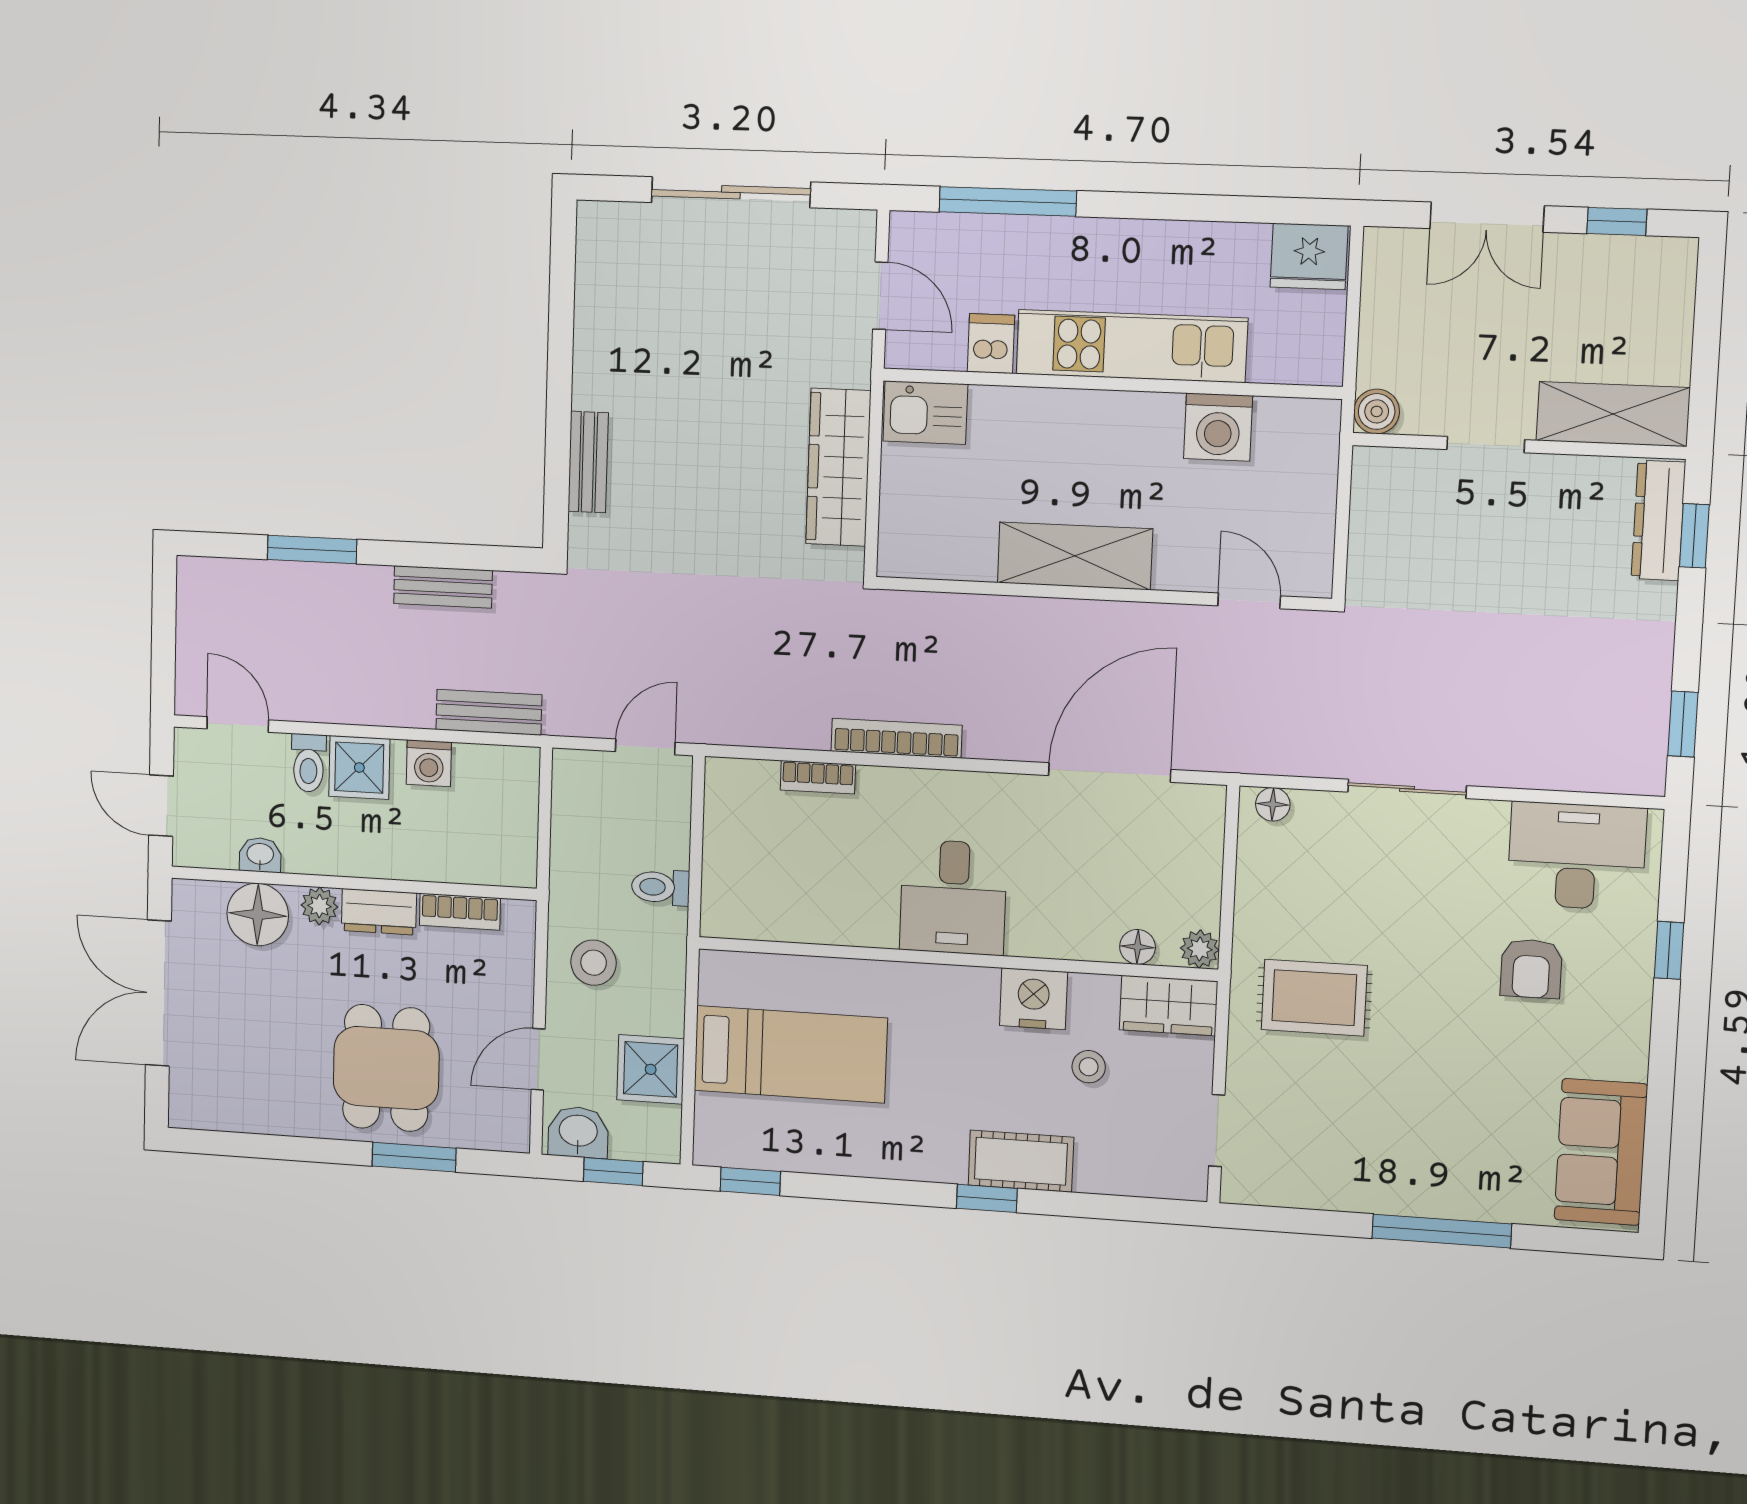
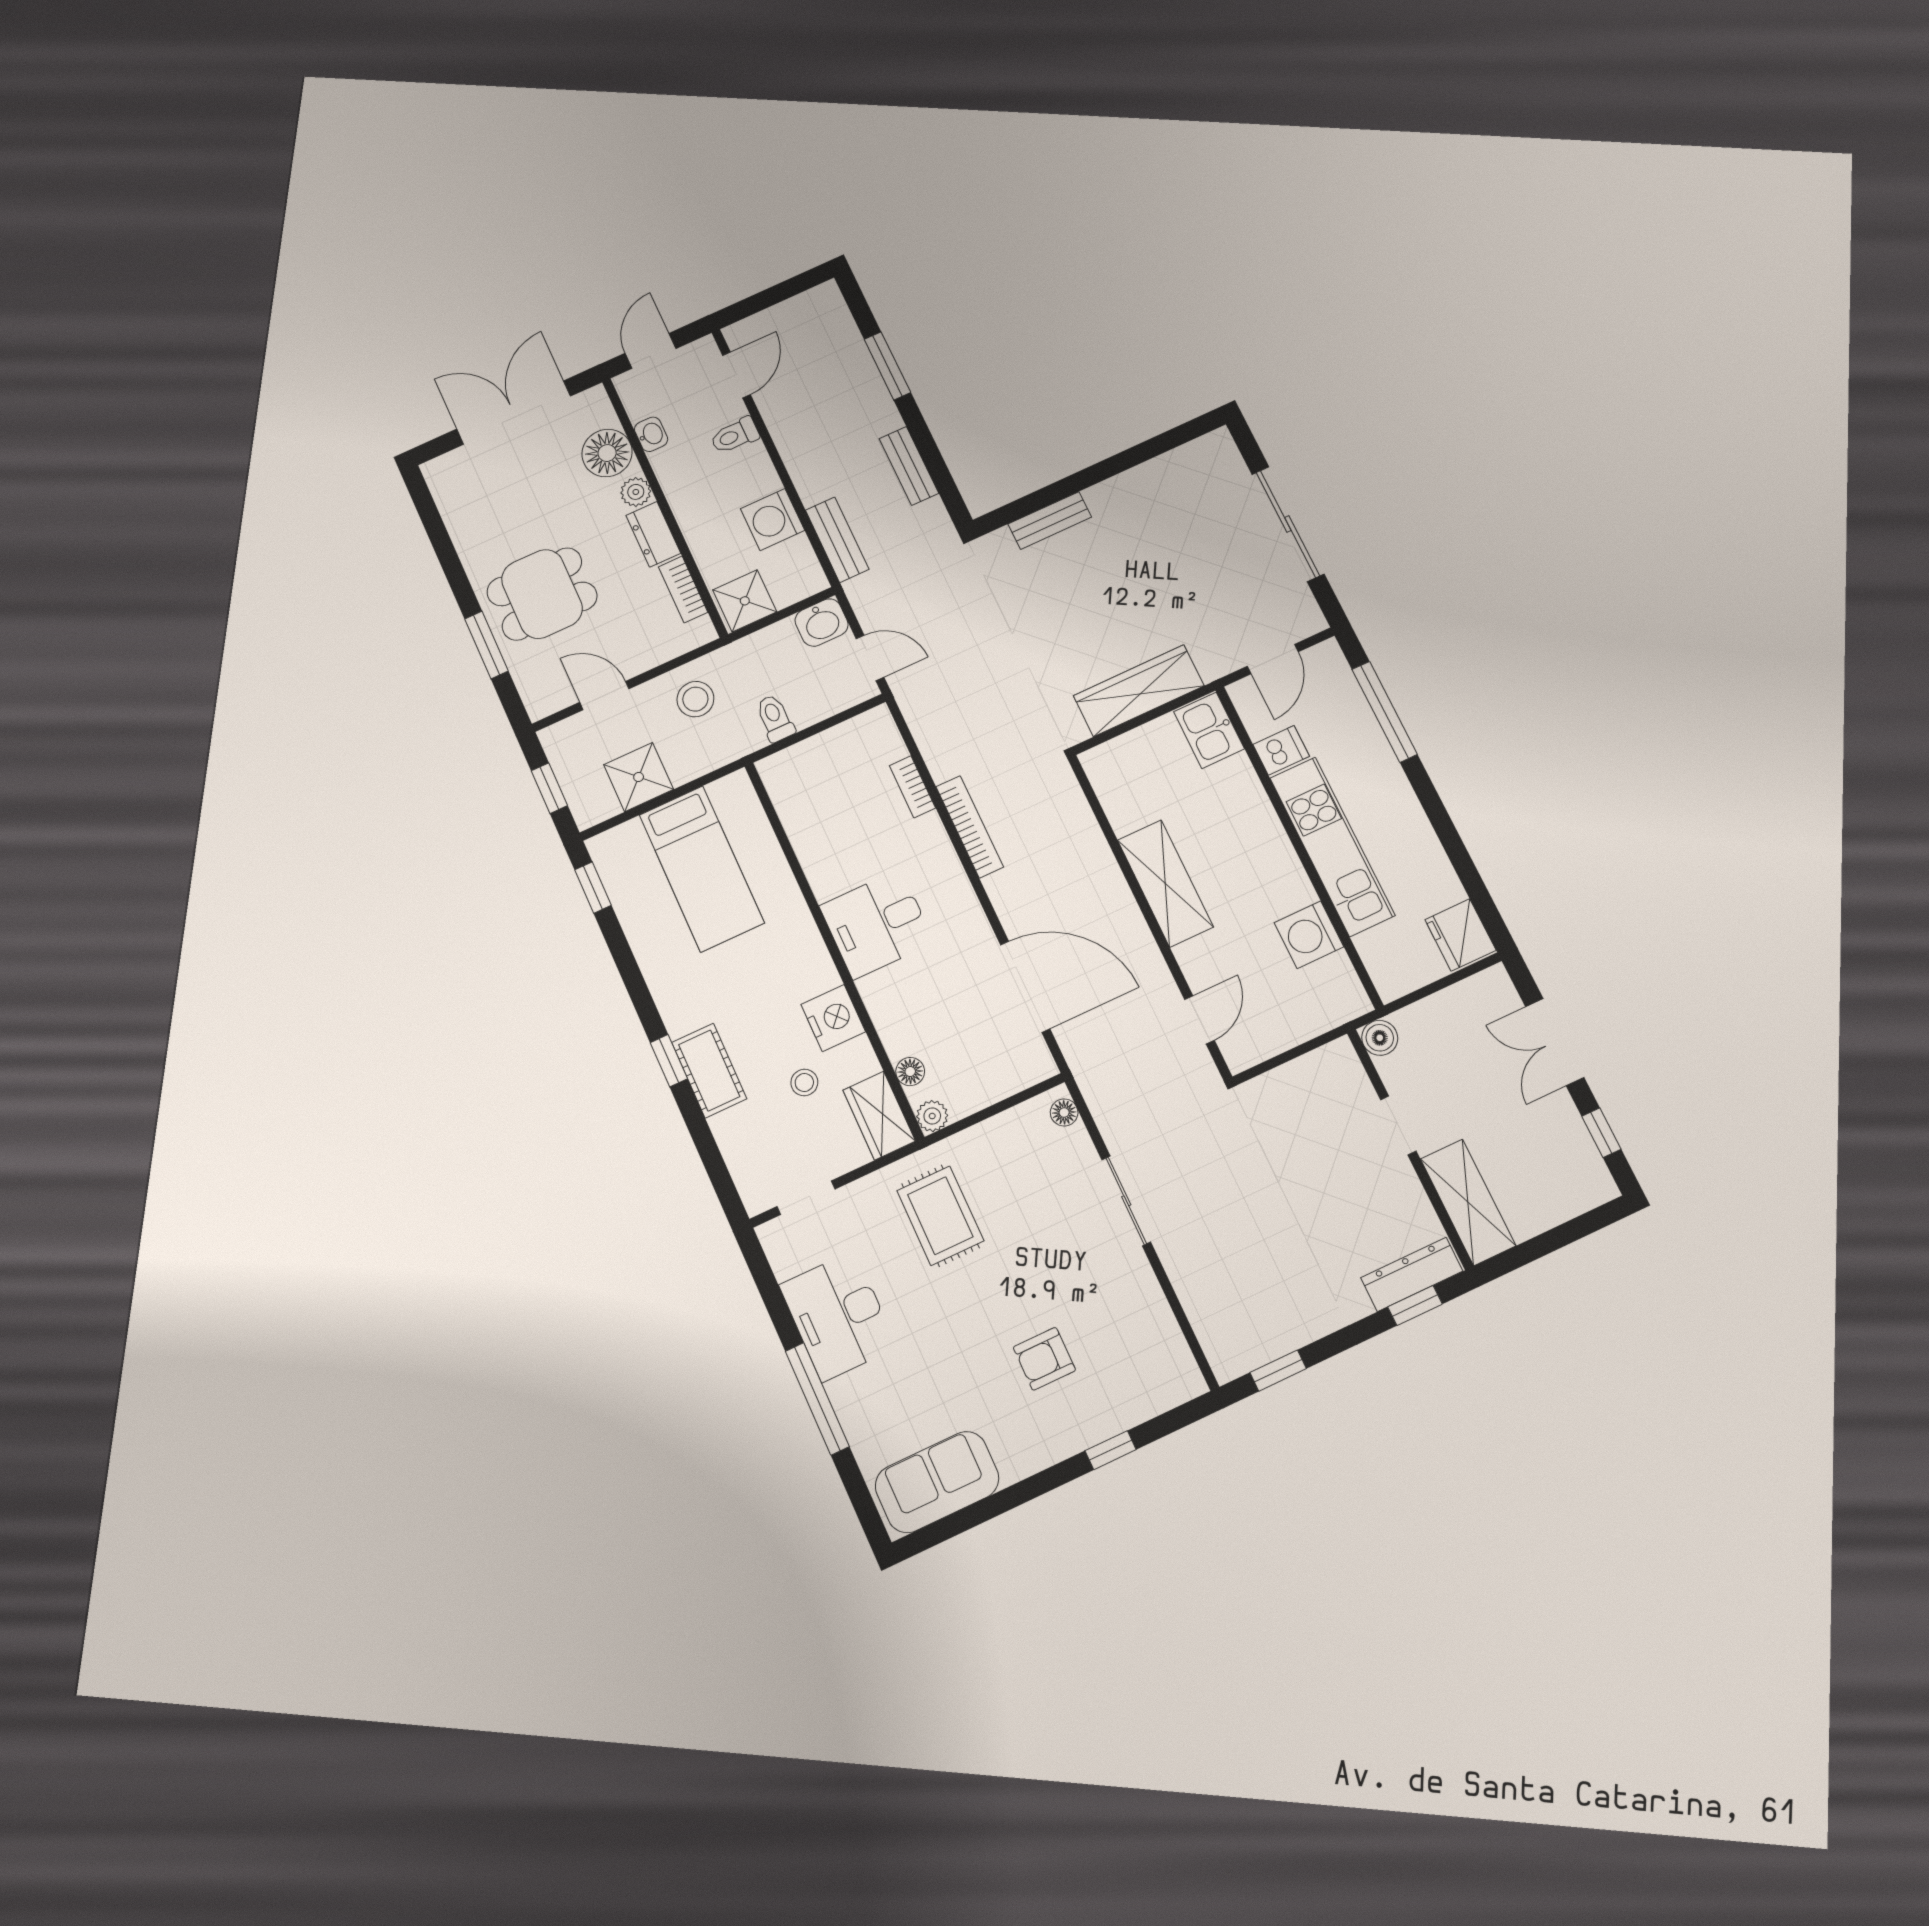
washing machine: (429, 763) -> (773, 520), width x1.38, depth x1.38
shower: (359, 768) -> (745, 601), moved
desk: (1577, 856) -> (838, 1316), moved, turned 180
washbasin: (578, 1132) -> (822, 623), moved, turned 90

